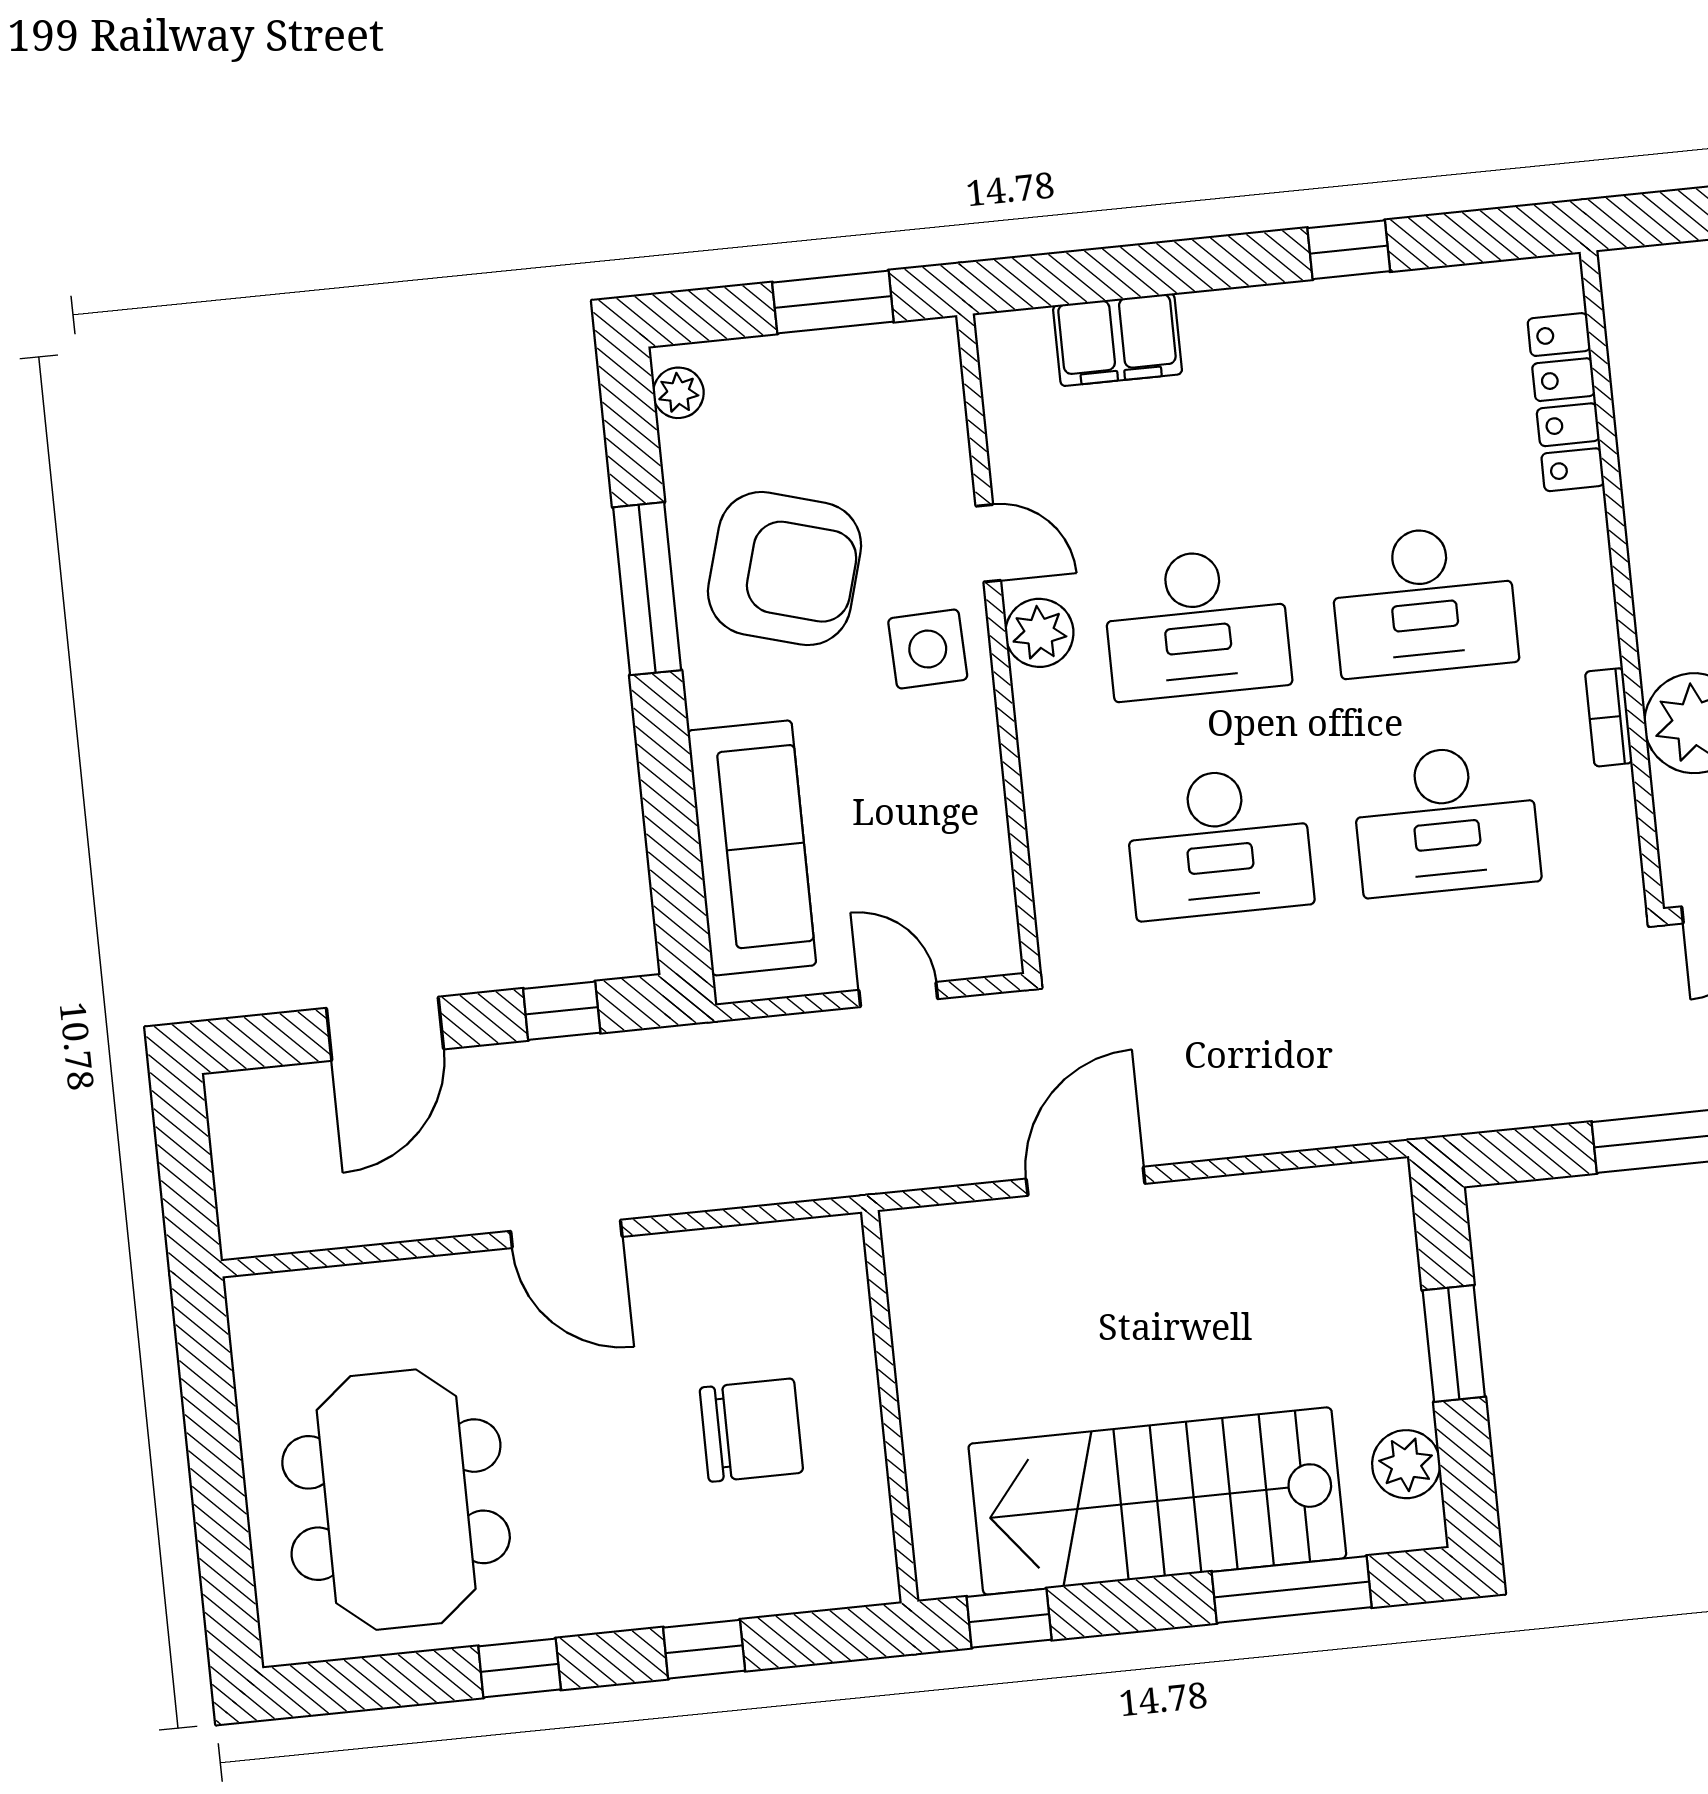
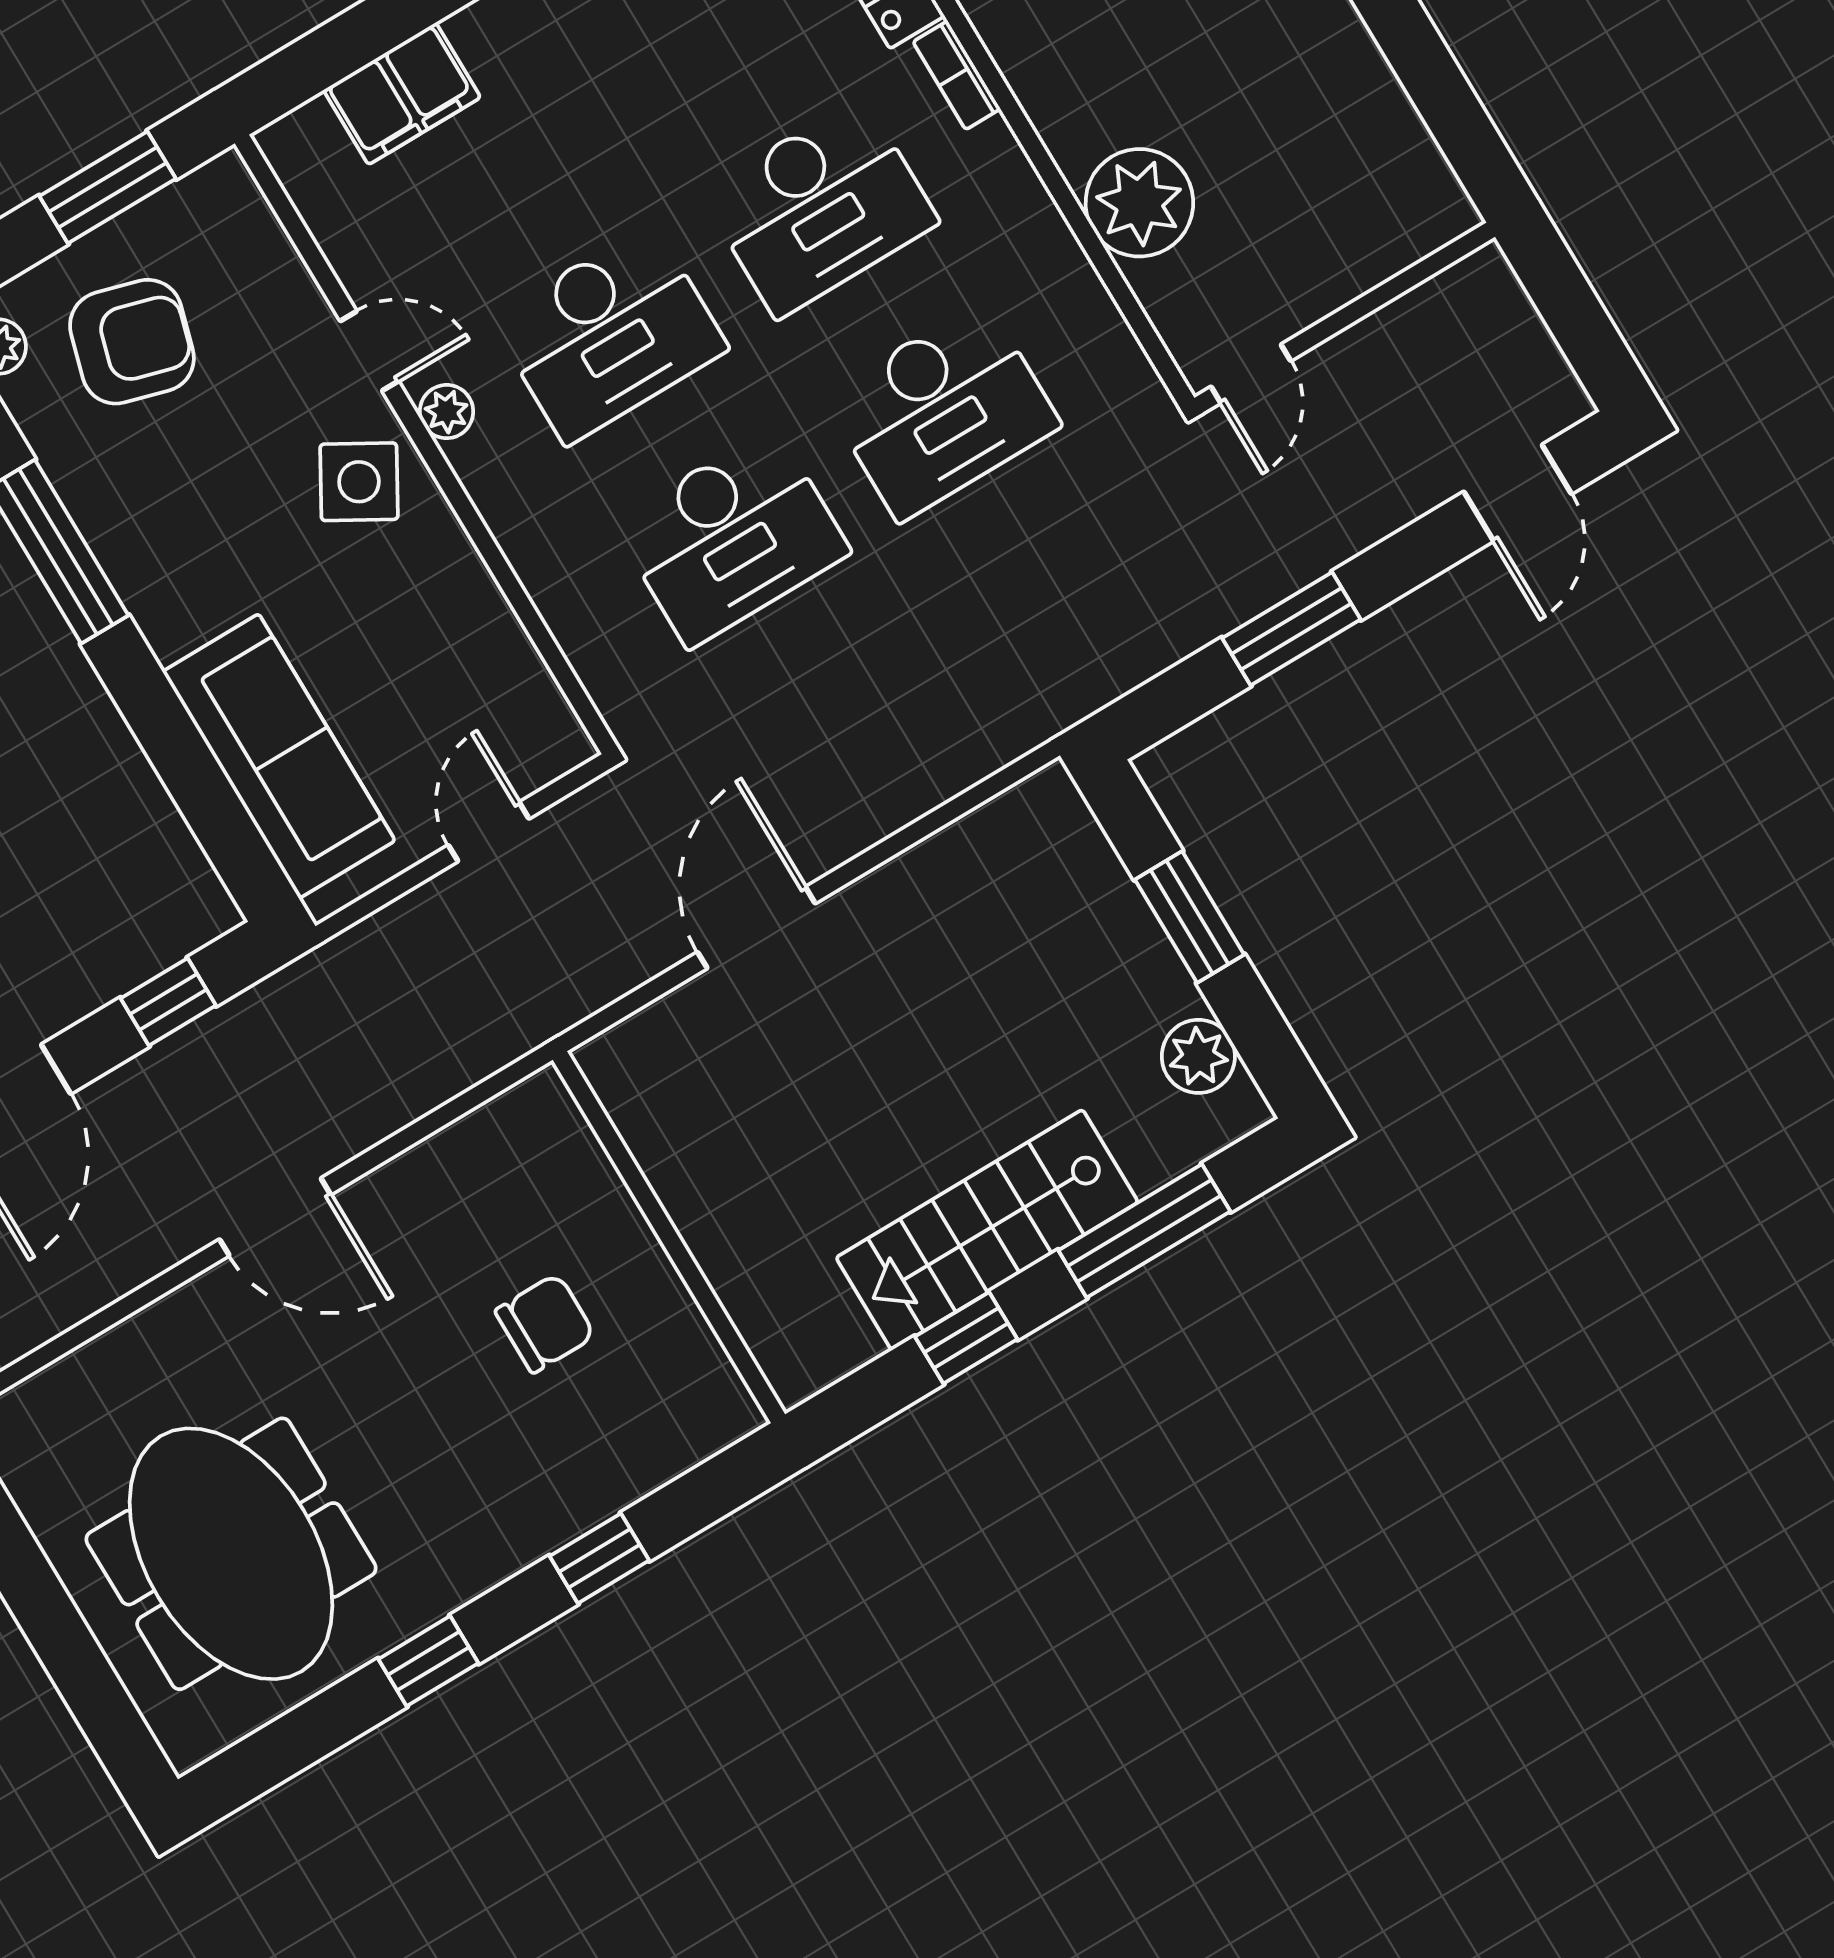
armchair: (785, 569) -> (132, 342), moved, width x0.73, depth x0.73
plant: (1039, 633) -> (447, 412), width x0.73, depth x0.73
side table: (928, 649) -> (359, 482), turned 32
bookcase: (1609, 717) -> (957, 75), moved
door: (898, 995) -> (489, 832), hinge flipped
chair: (751, 1430) -> (545, 1323), width x0.73, depth x0.73
stairs: (1157, 1501) -> (987, 1230), width x0.73, depth x0.66
window: (1009, 1618) -> (966, 1338), moved

